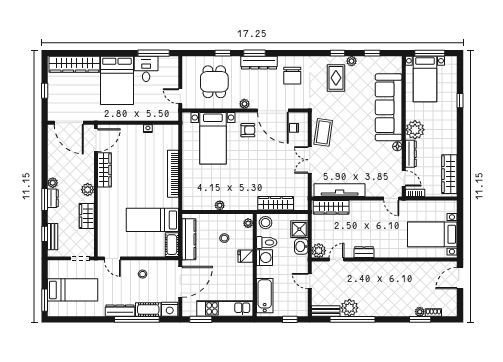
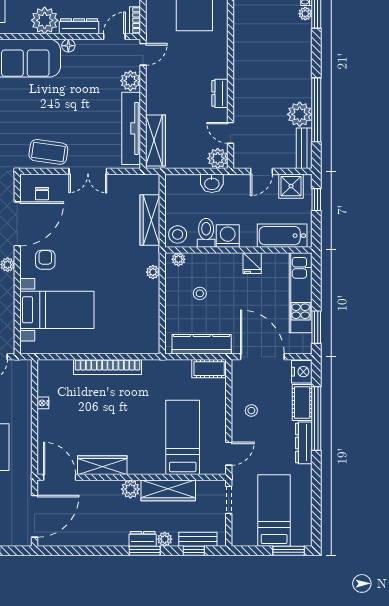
plant: (53, 183) -> (165, 539), moved
plant: (373, 190) -> (130, 81), added
plant: (220, 205) -> (153, 272), moved
wardrobe: (87, 216) -> (168, 490), width x1.50
bed: (152, 220) -> (183, 437), moved, turned 180
shower: (299, 229) -> (291, 186), moved
fridge: (245, 256) -> (252, 263), moved

